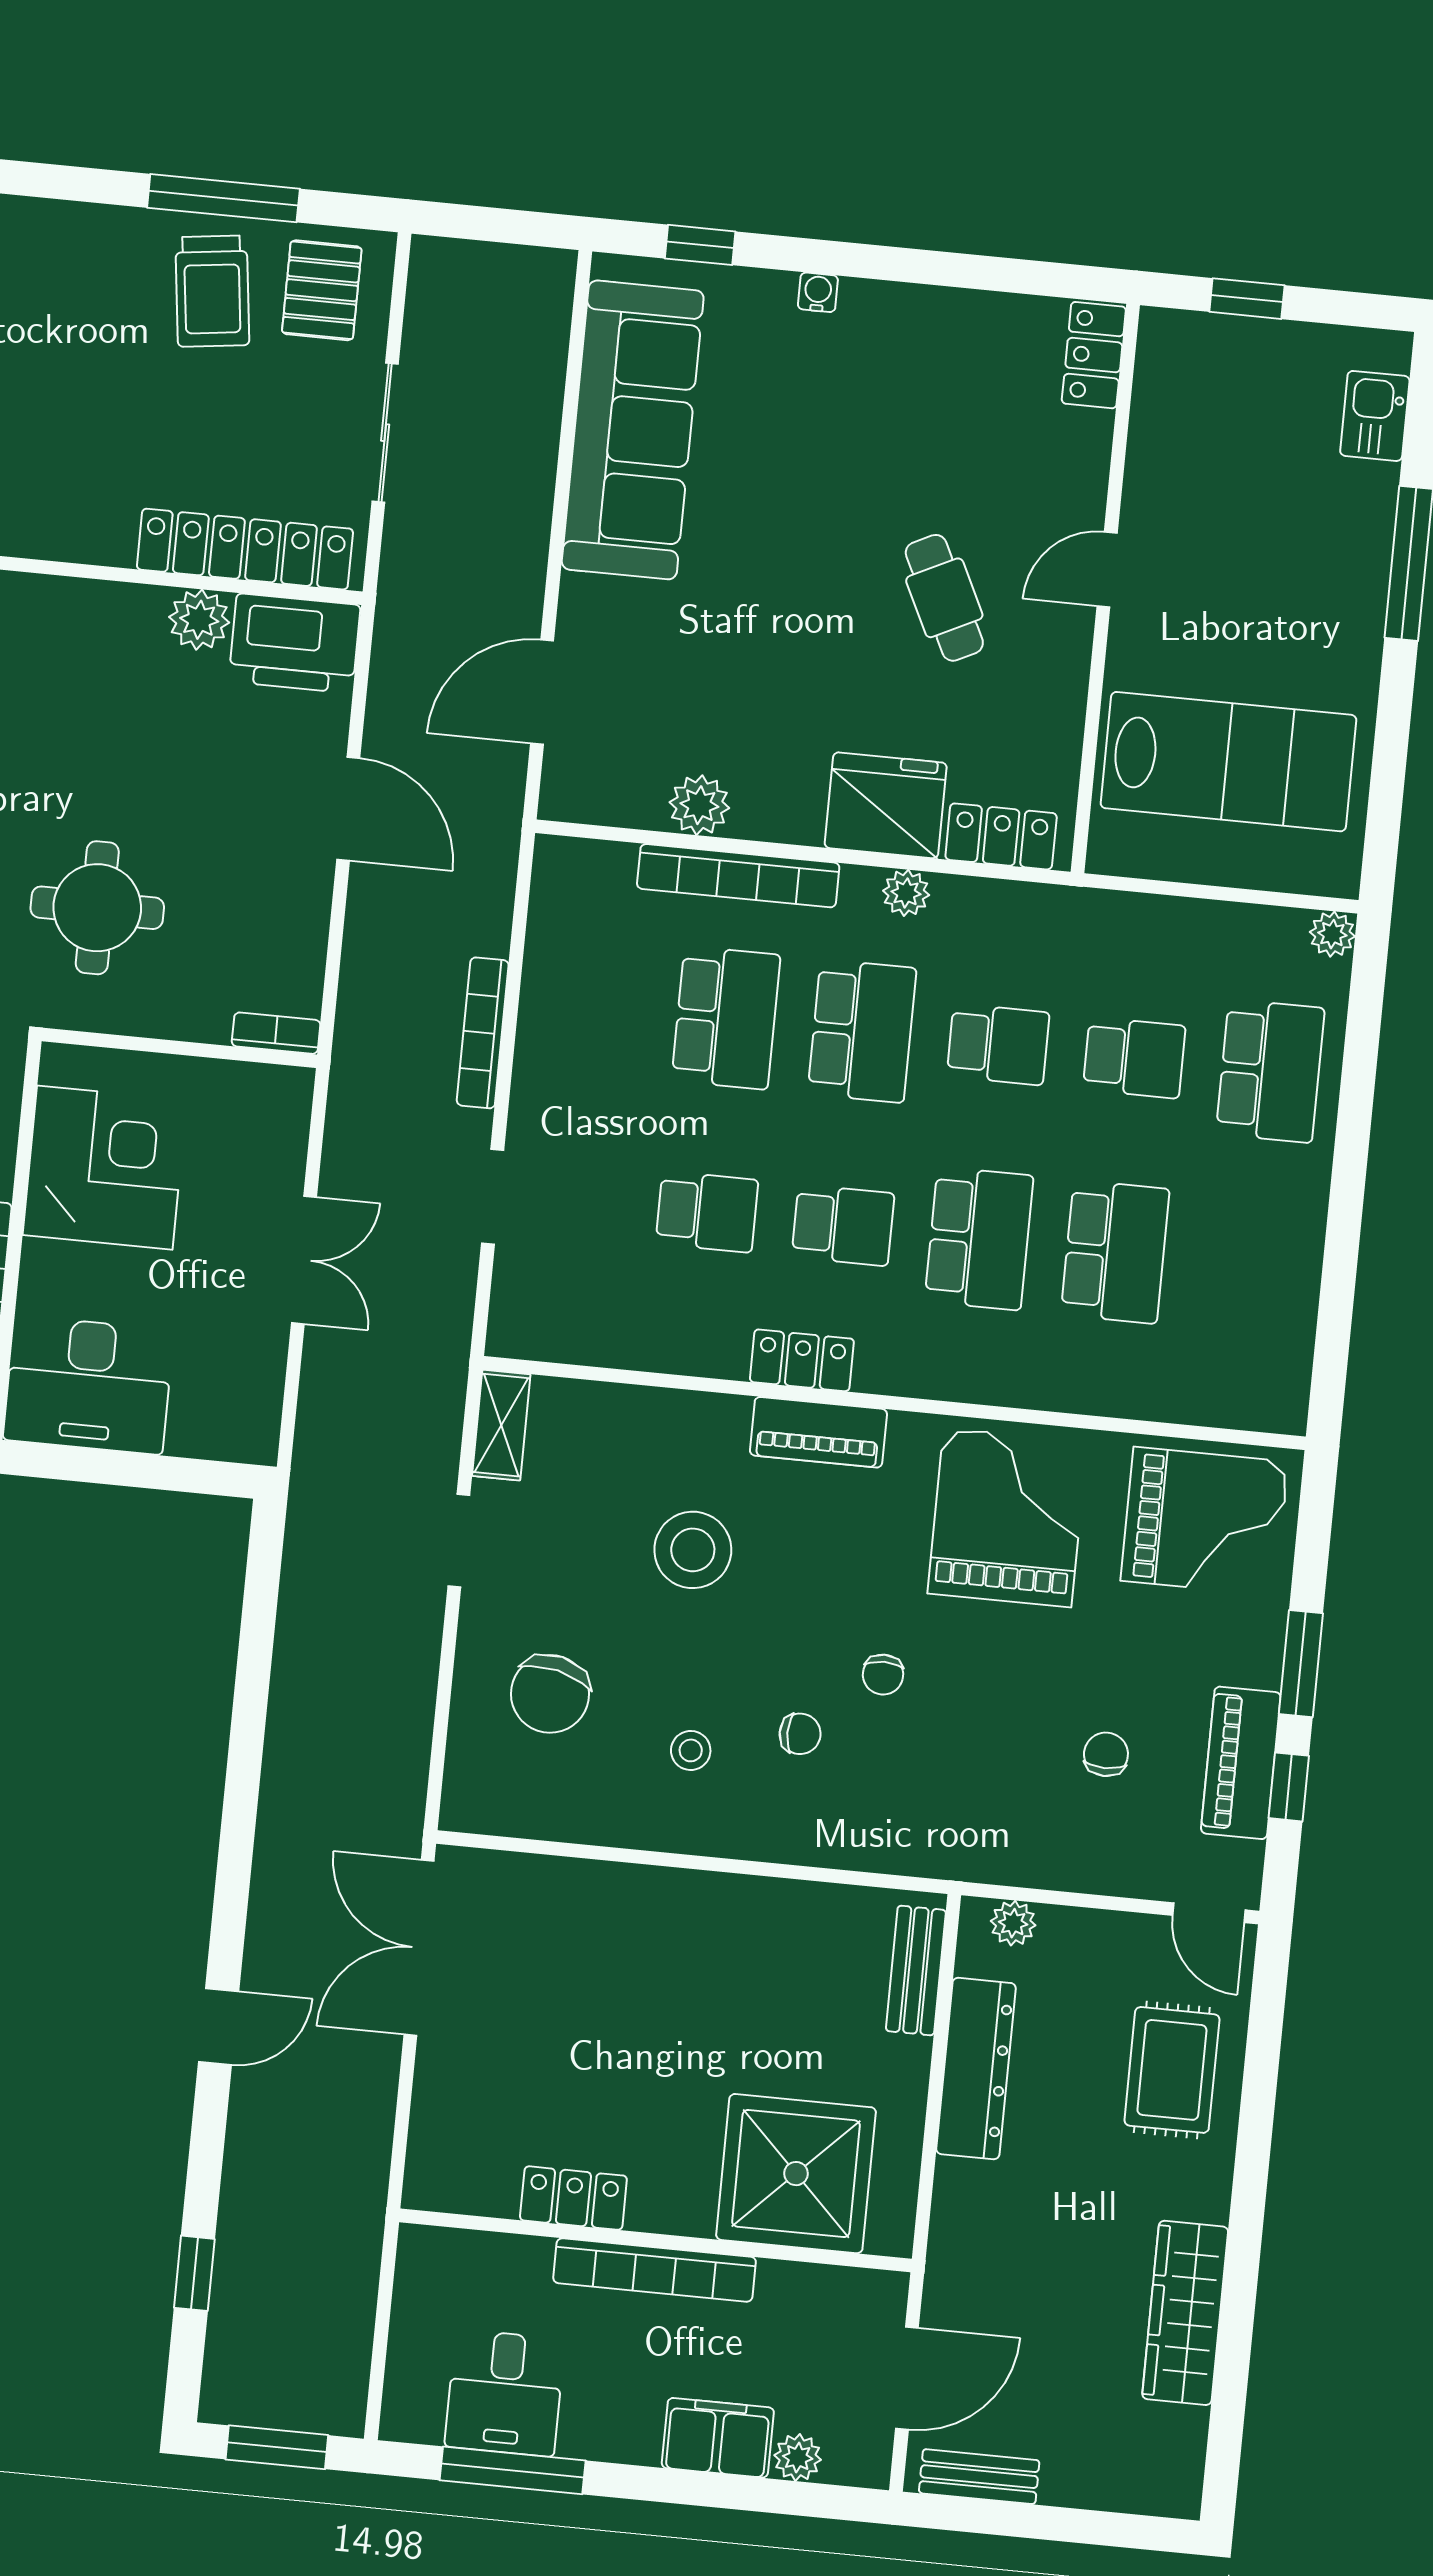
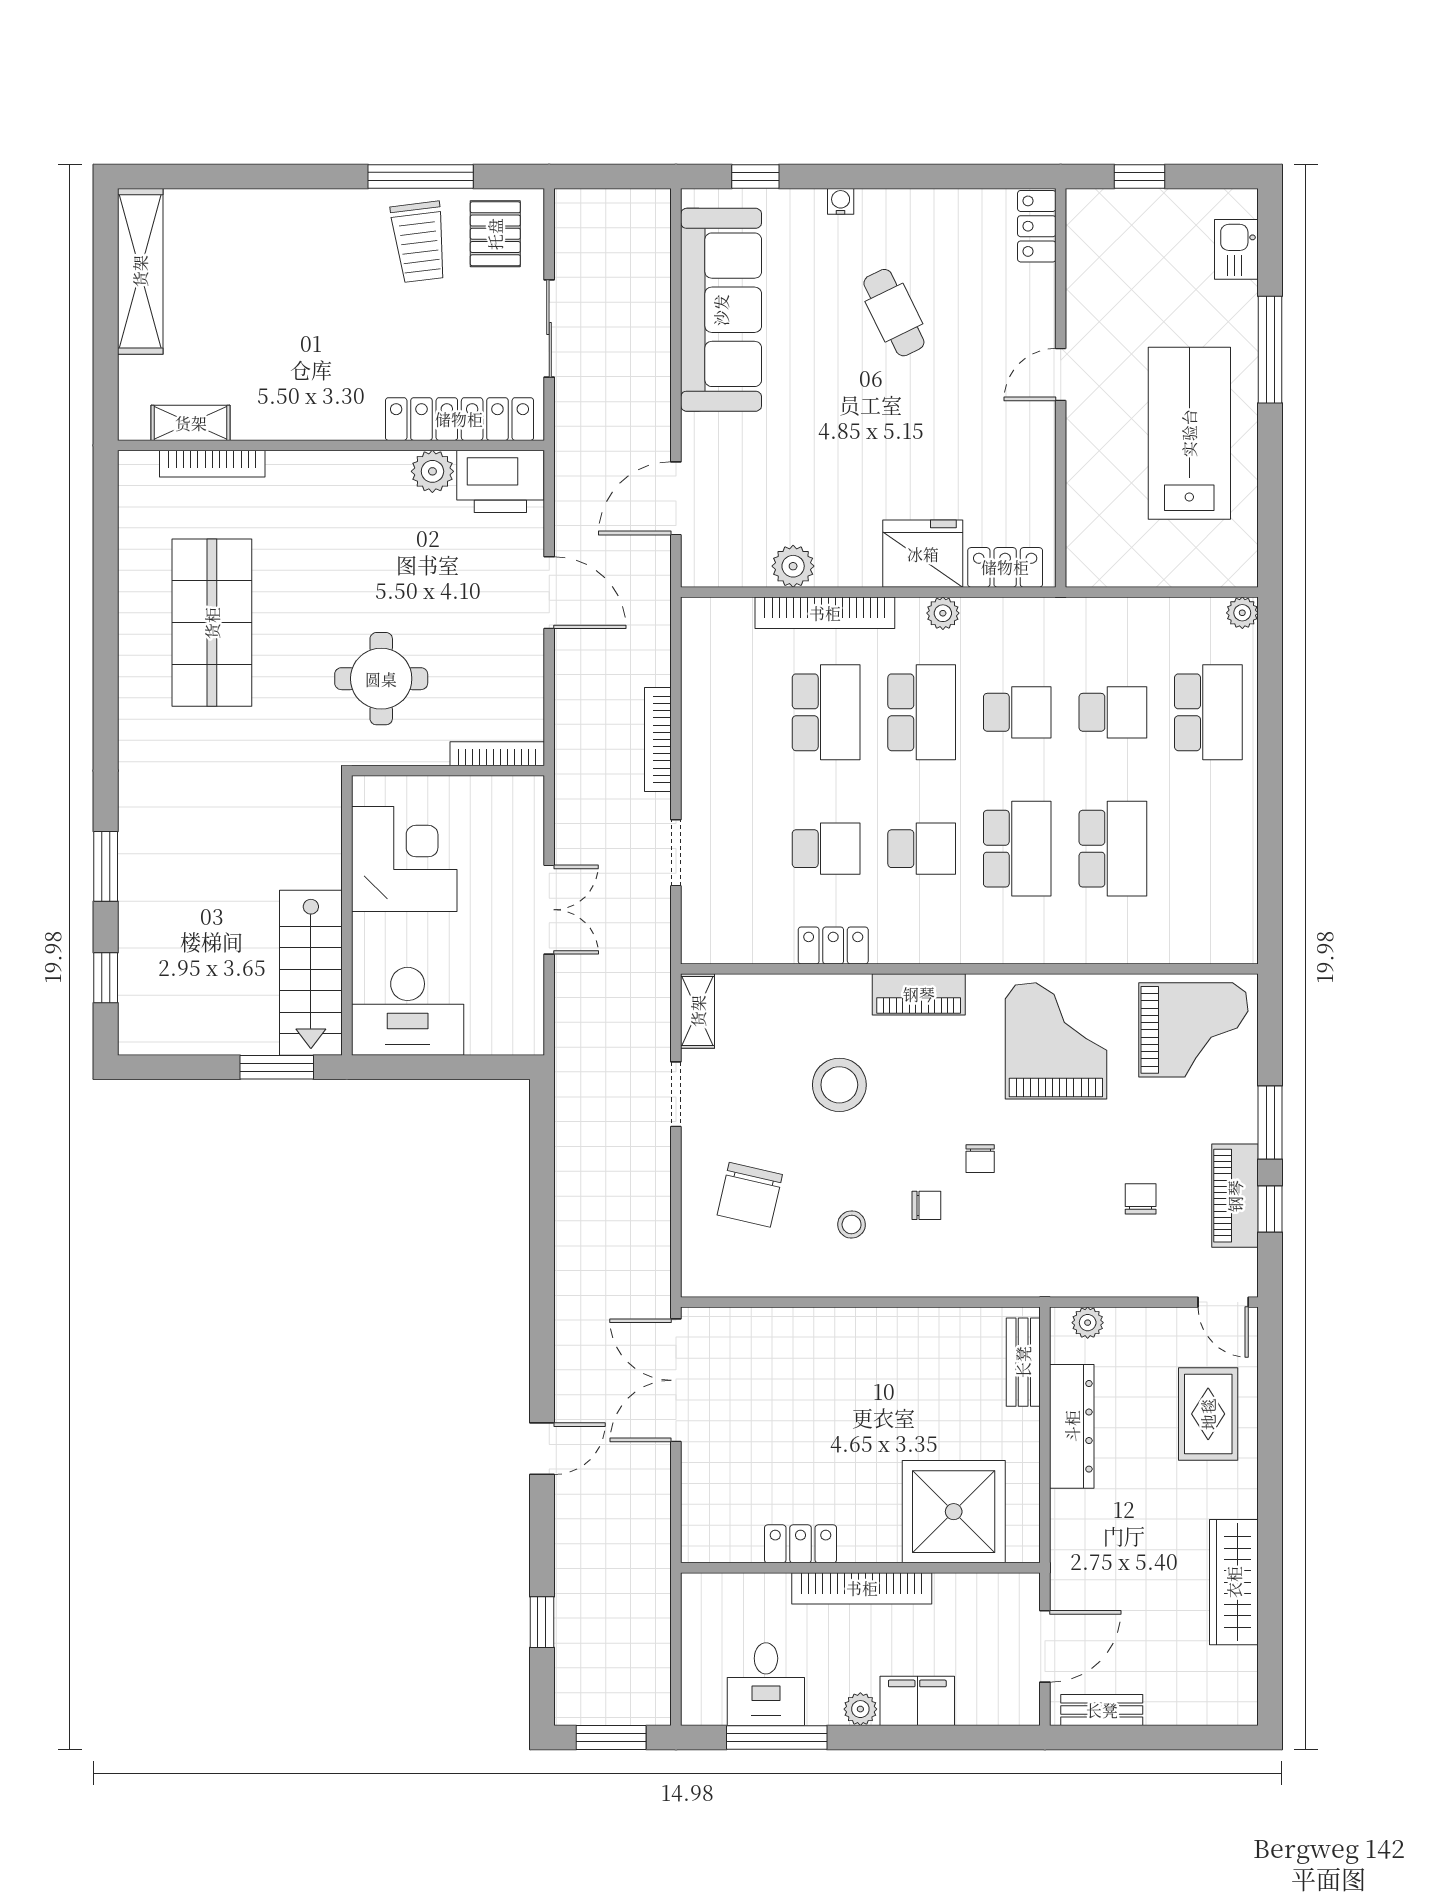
cafe table: (944, 598) -> (894, 313), moved
lab bench: (1229, 762) -> (1189, 433), moved, turned -90
bookcase: (276, 1033) -> (497, 754), width x1.56
locker: (802, 1360) -> (833, 945), moved
plant: (798, 2457) -> (860, 1709), moved

